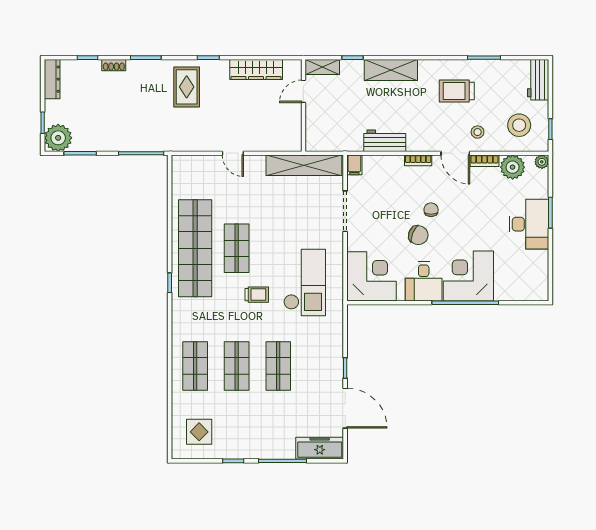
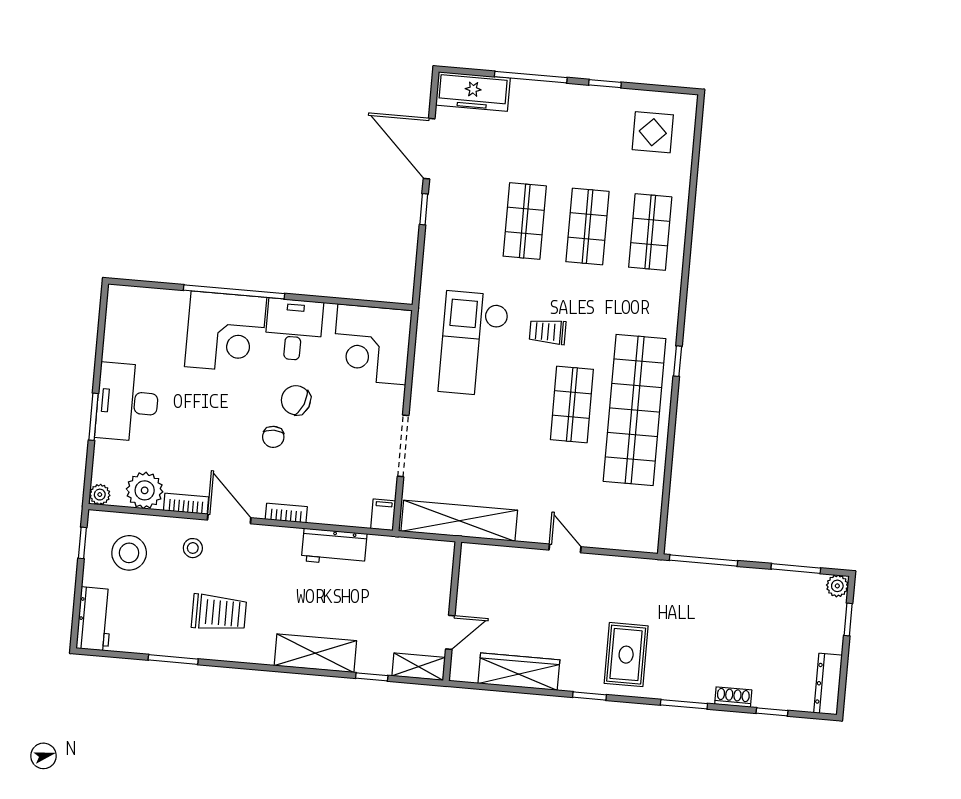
plant: (58, 138) -> (837, 586), width x0.53, depth x0.53

